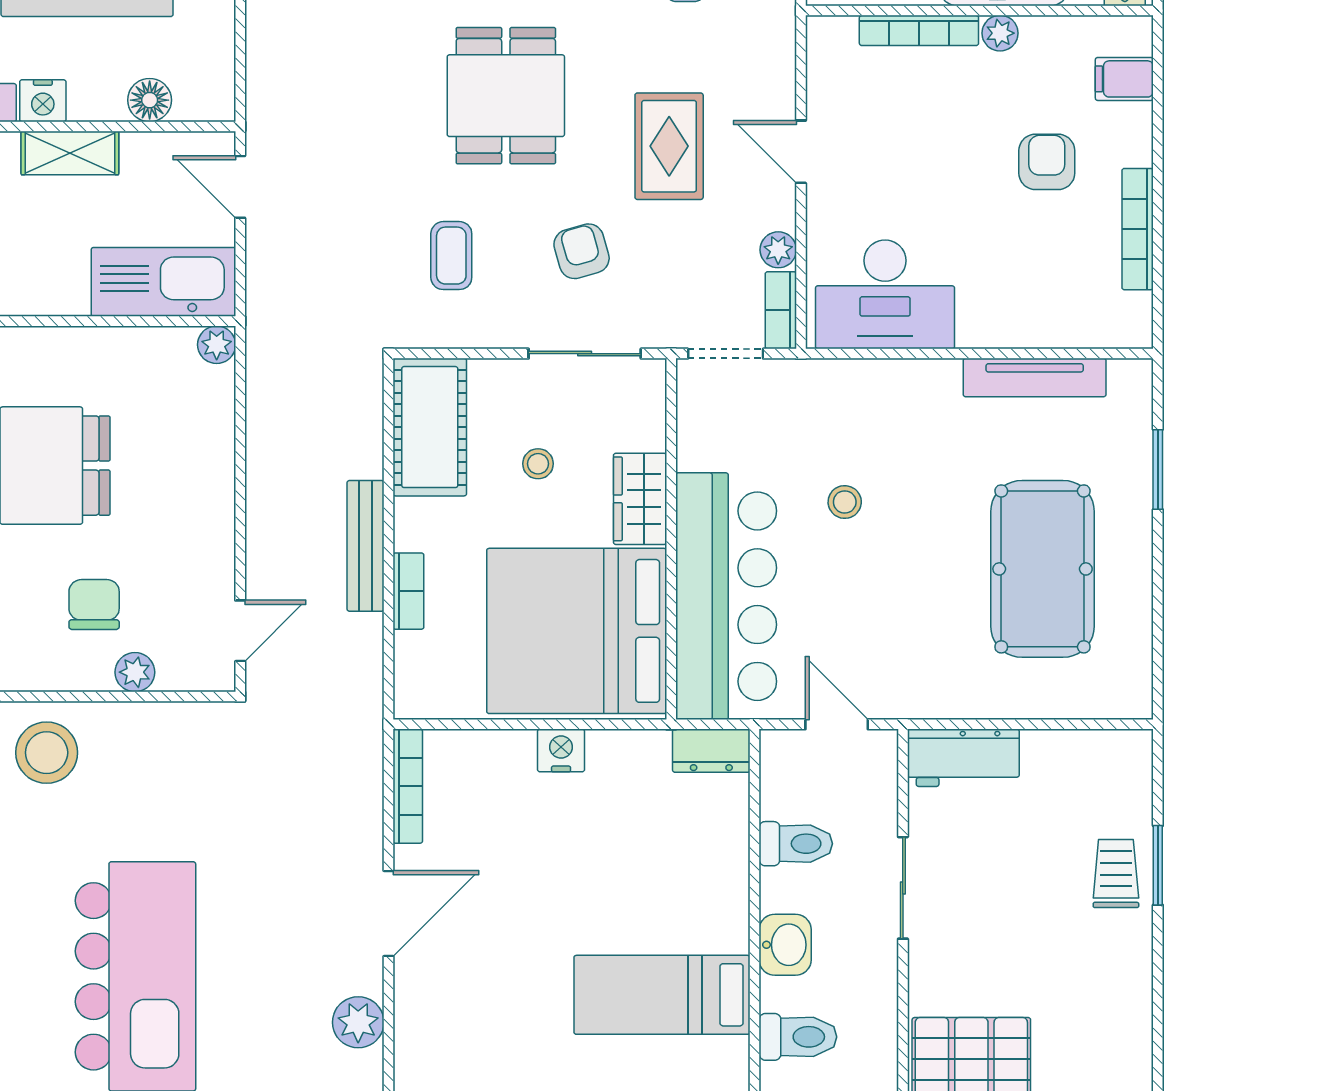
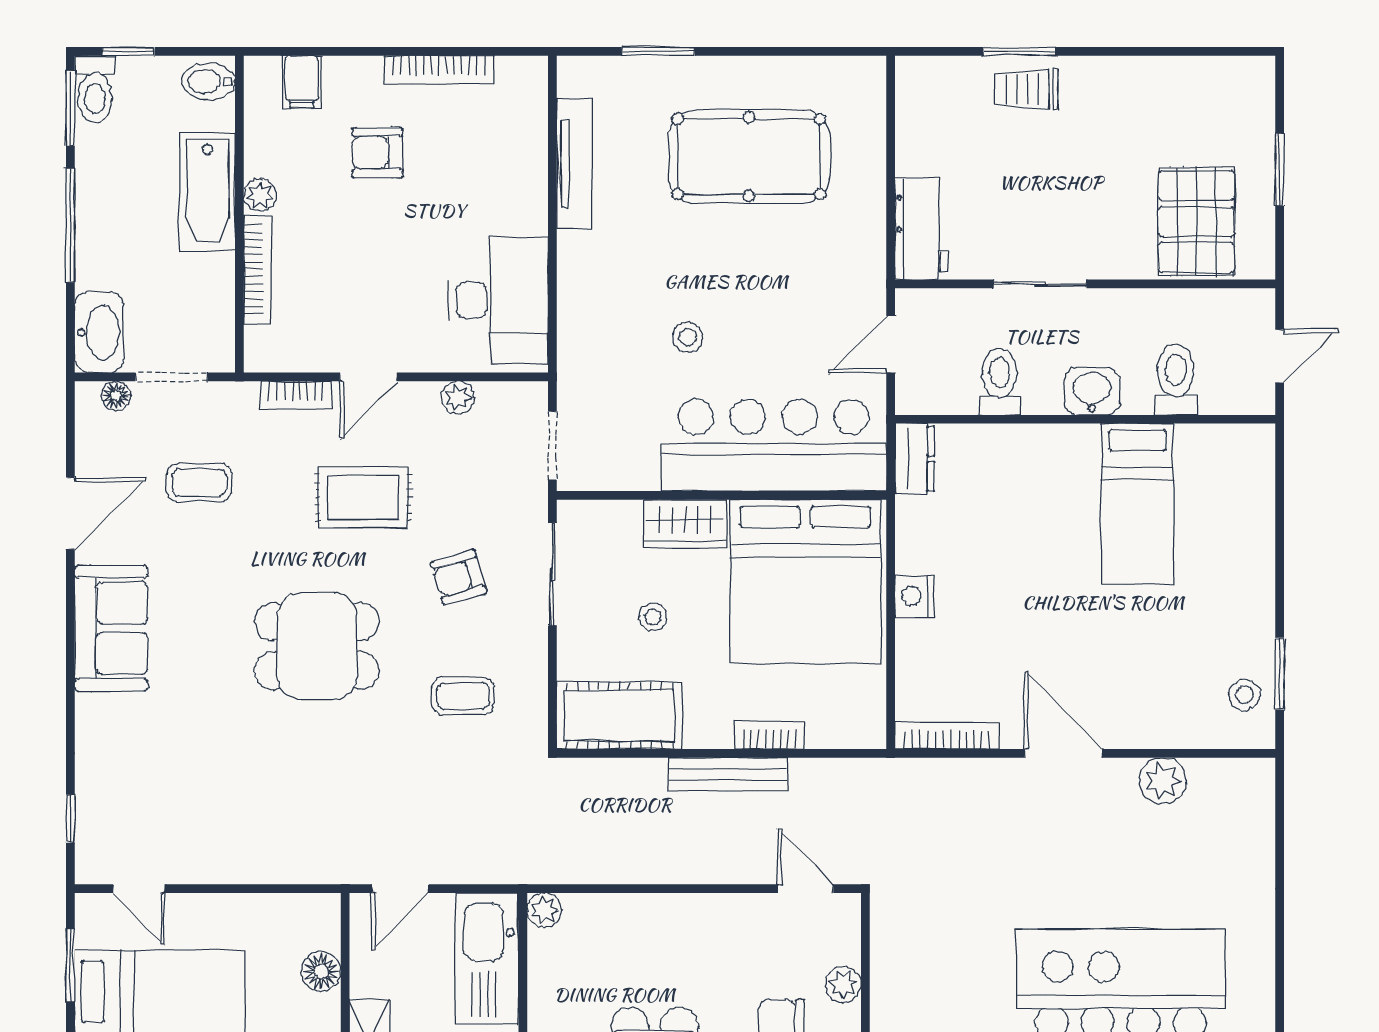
bookcase: (781, 310) -> (296, 395), moved

